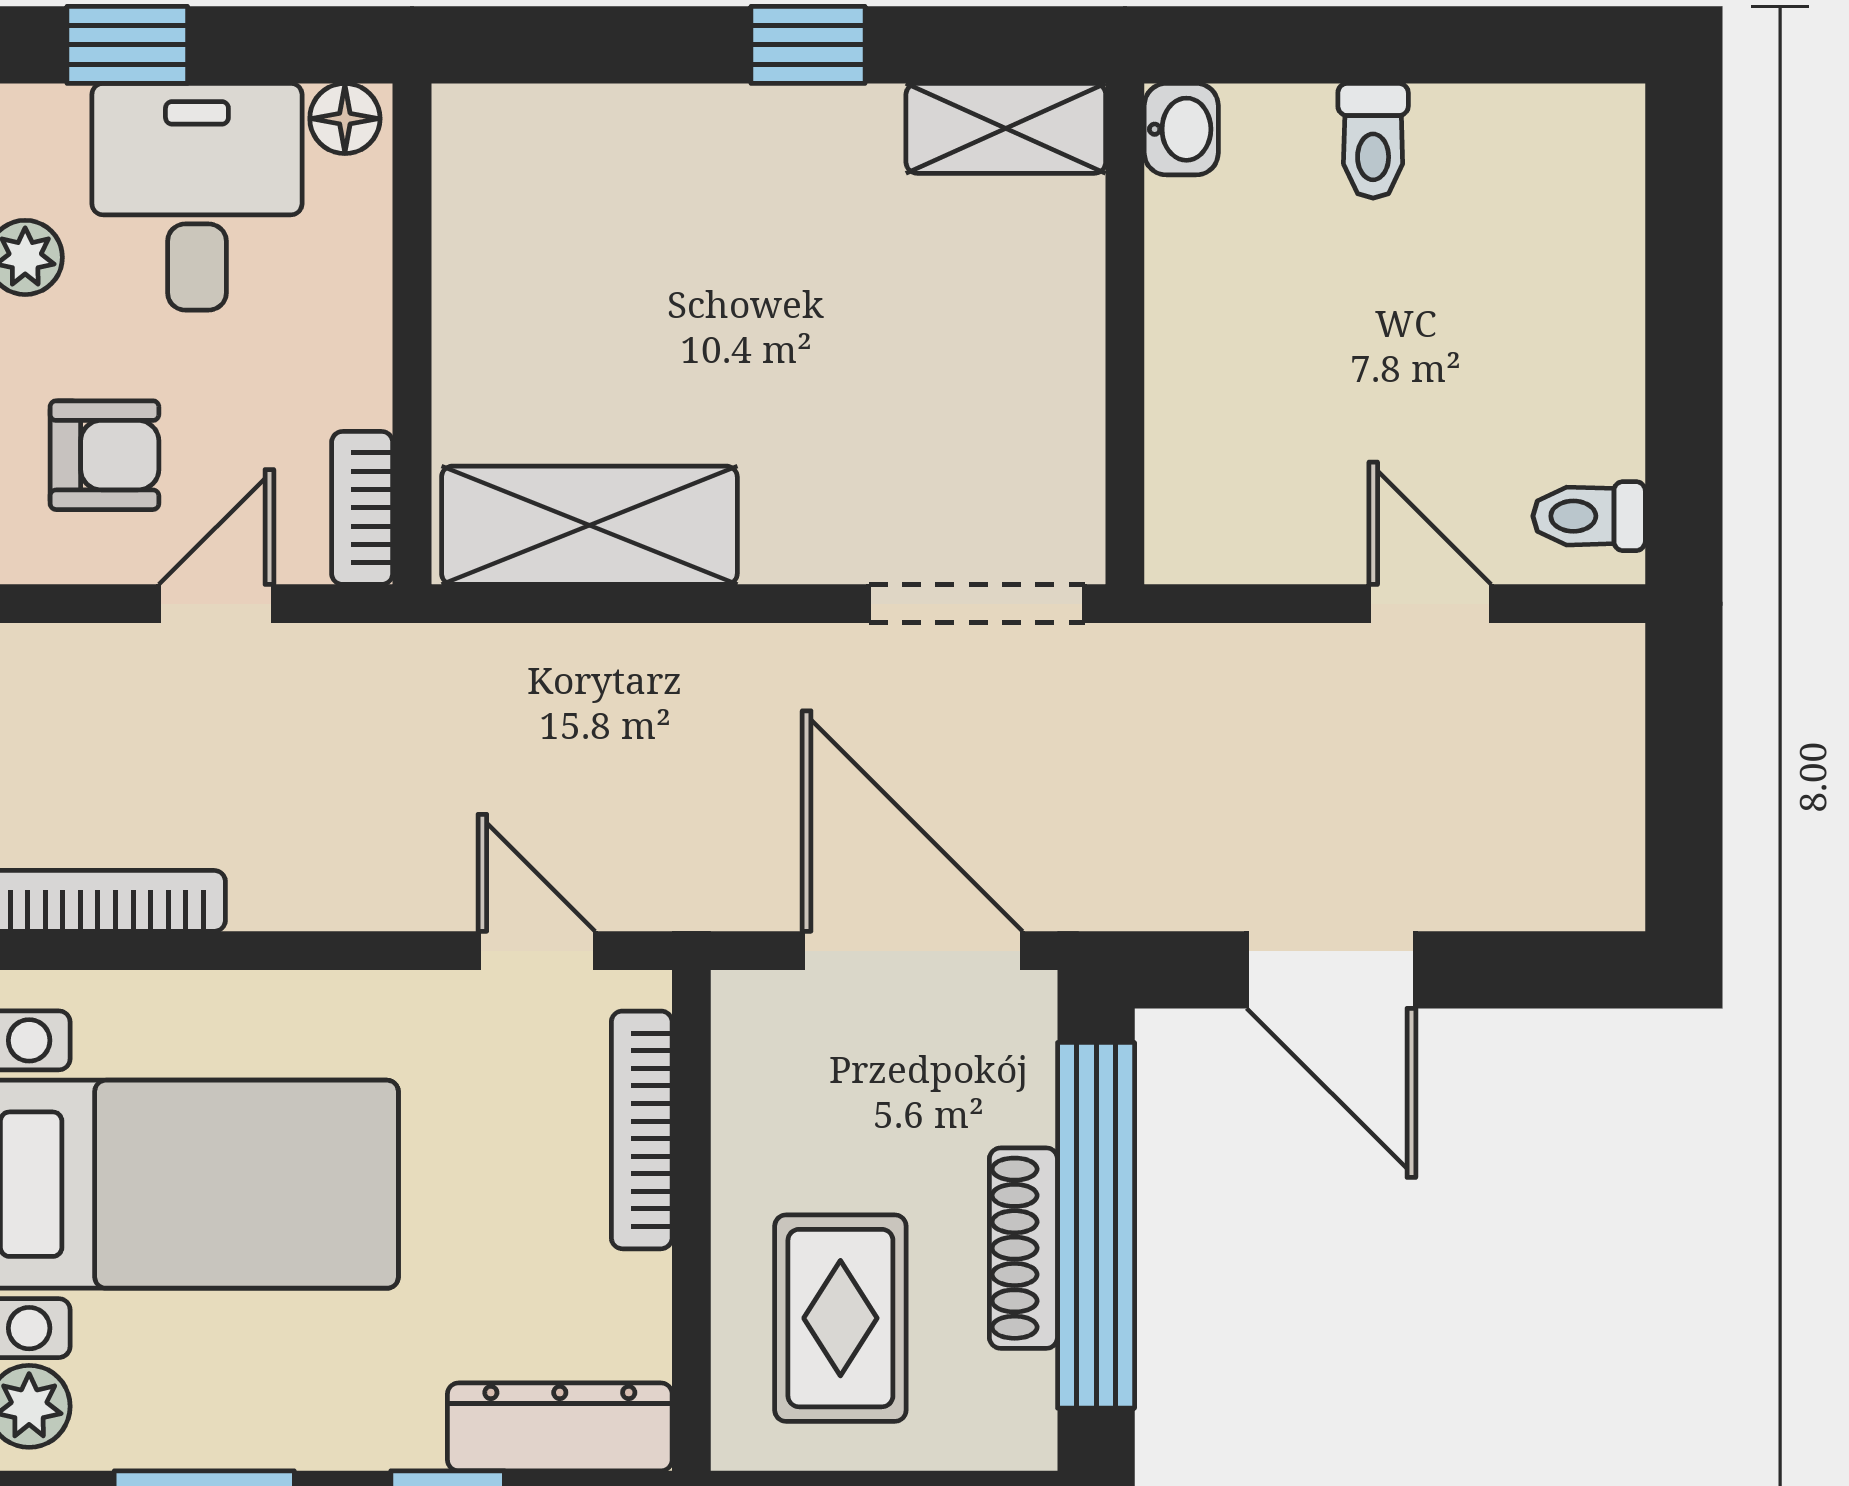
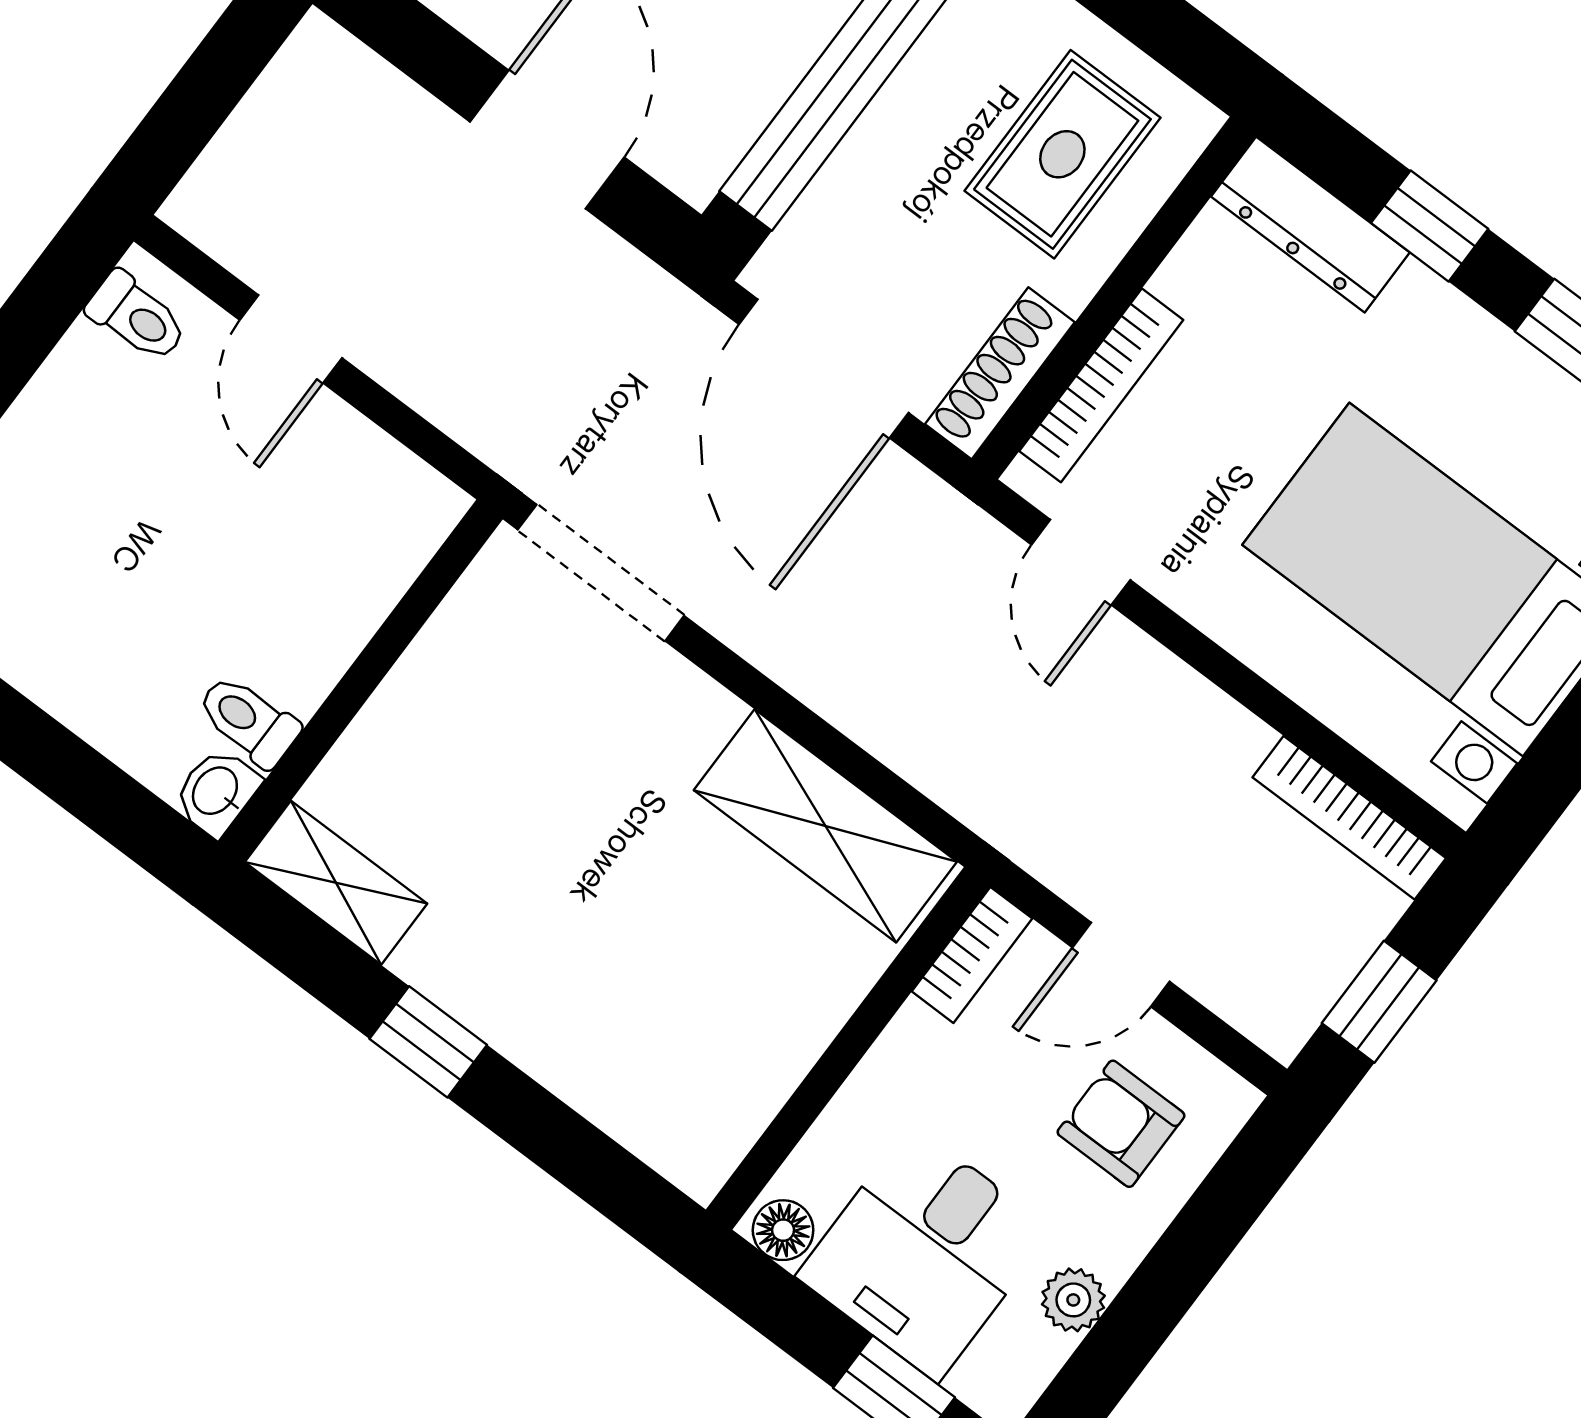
toilet: (1373, 141) -> (248, 721), moved, turned -90
shoe rack: (1023, 1248) -> (1000, 373), moved, turned 180

